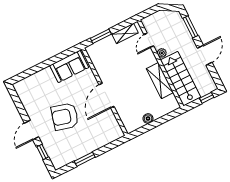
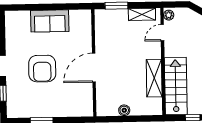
plant: (162, 53) -> (169, 15), moved
sofa: (69, 66) -> (50, 21), moved
armchair: (65, 117) -> (42, 69), turned -105

